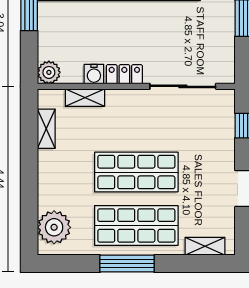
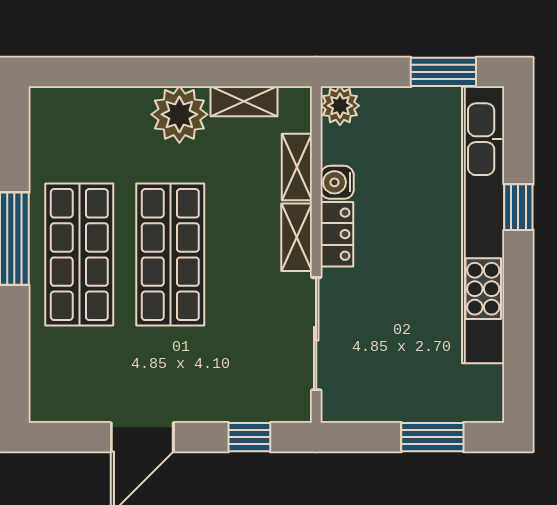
plant: (54, 227) -> (179, 114), moved
shelving: (205, 246) -> (297, 237), moved

